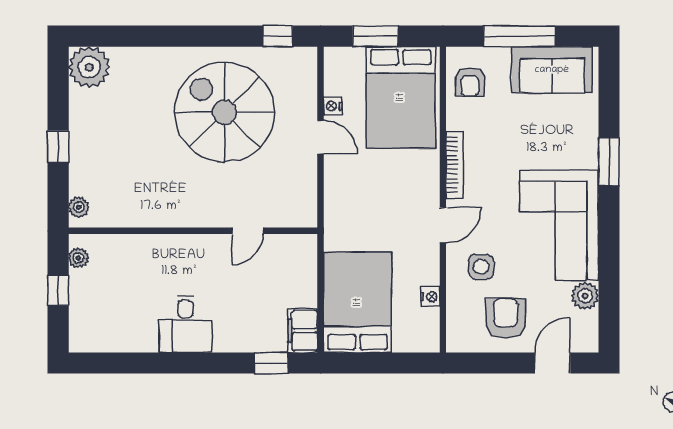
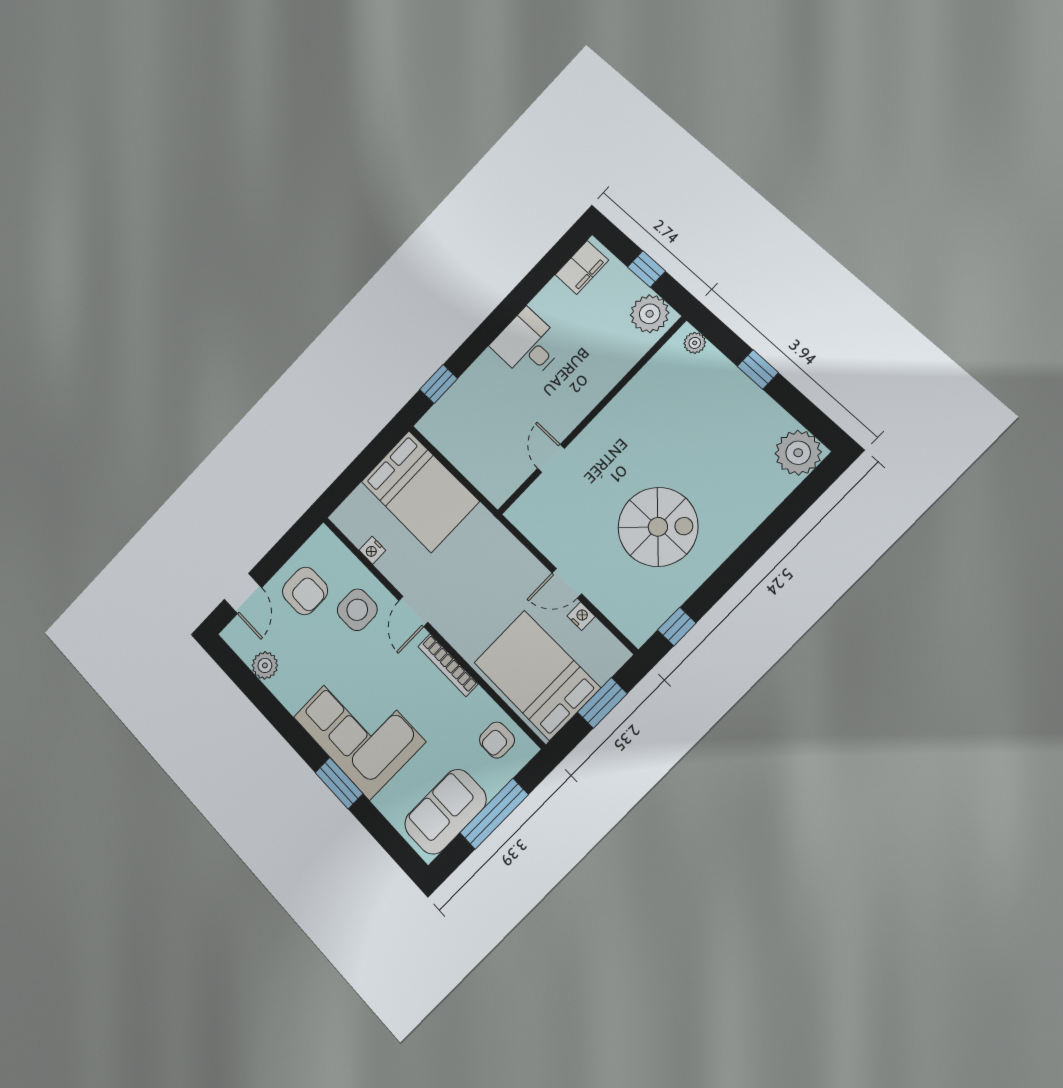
armchair: (470, 82) -> (497, 740), turned -90
spiral stairs: (225, 112) -> (658, 527), width x0.73, depth x0.73
corner sofa: (559, 225) -> (359, 729), moved
plant: (78, 258) -> (650, 314), width x1.87, depth x1.87
side table: (481, 267) -> (357, 610), width x1.37, depth x1.37
filing cabinet: (303, 331) -> (582, 267), moved, turned 90

